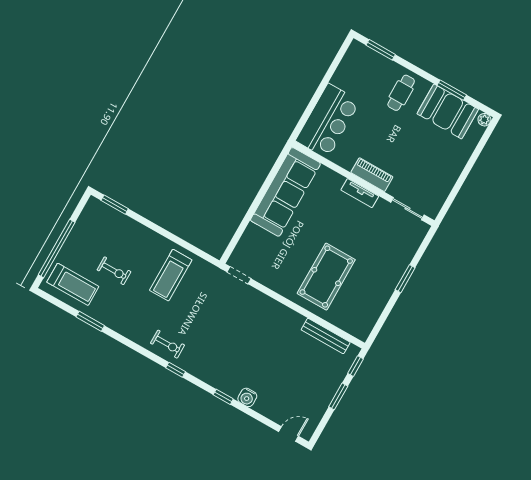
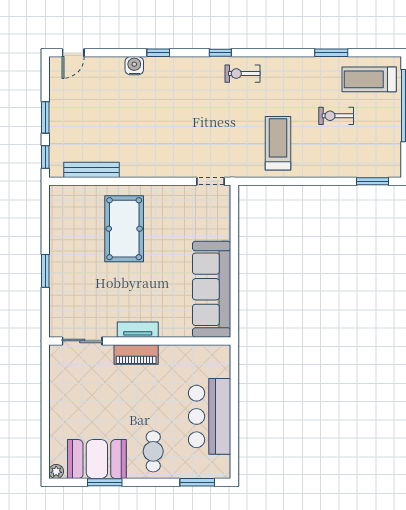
bar counter: (328, 121) -> (210, 416), moved

